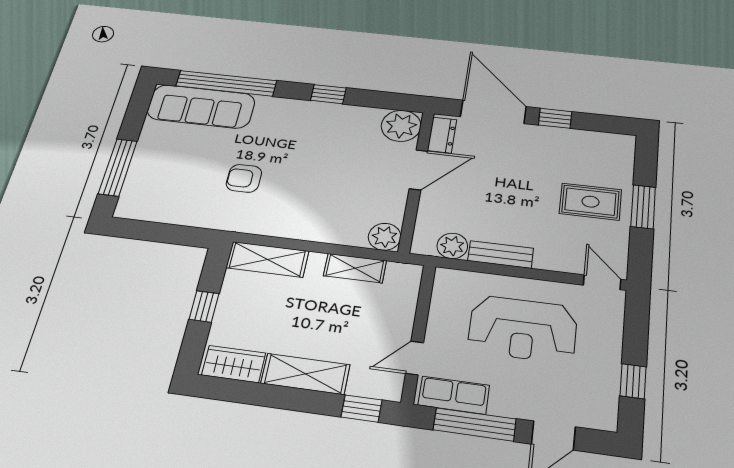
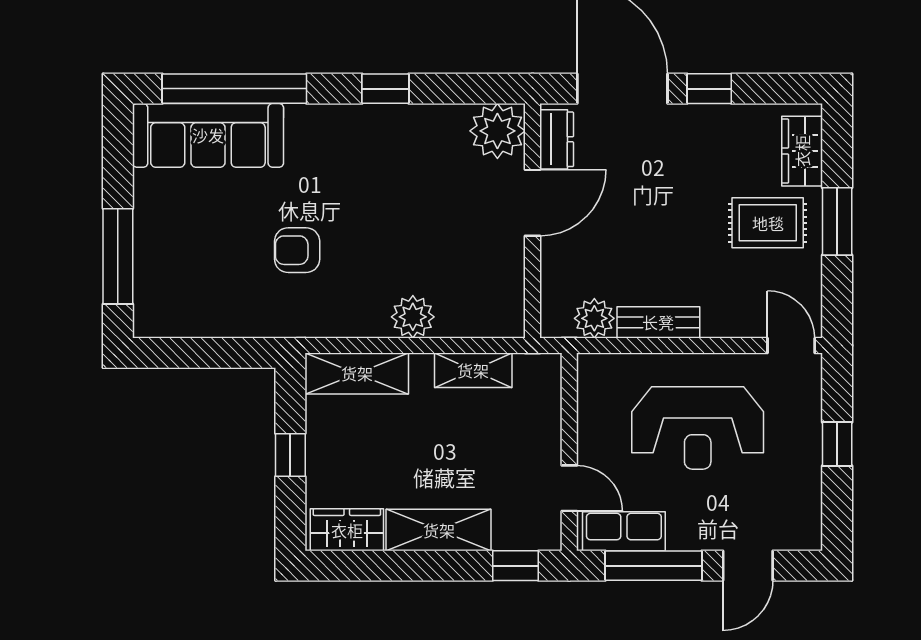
wardrobe: (620, 161) -> (802, 151), added
plant: (385, 237) -> (413, 317), moved
door: (415, 358) -> (569, 488), swing flipped
window: (633, 381) -> (837, 444), moved

